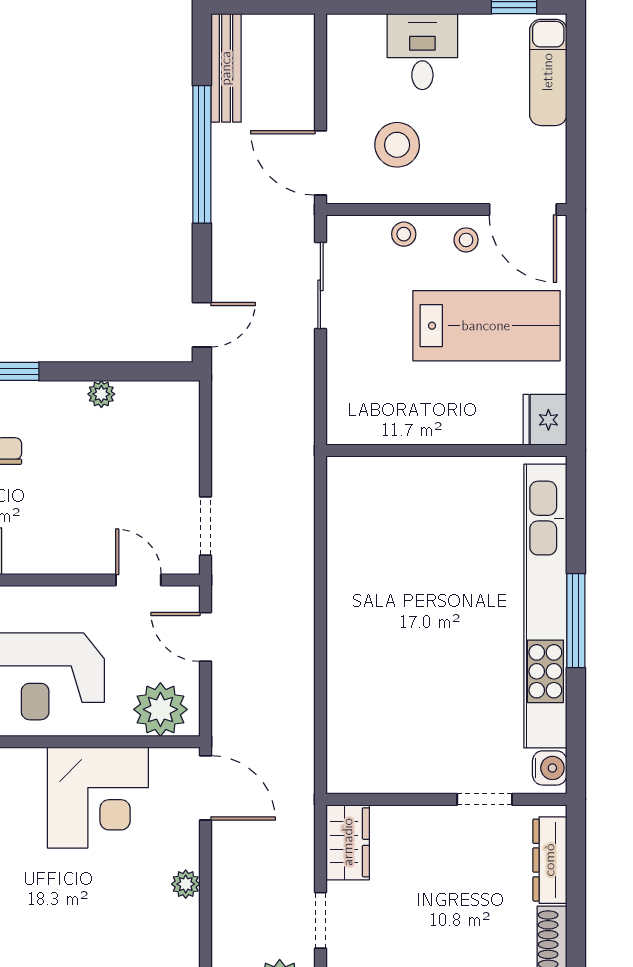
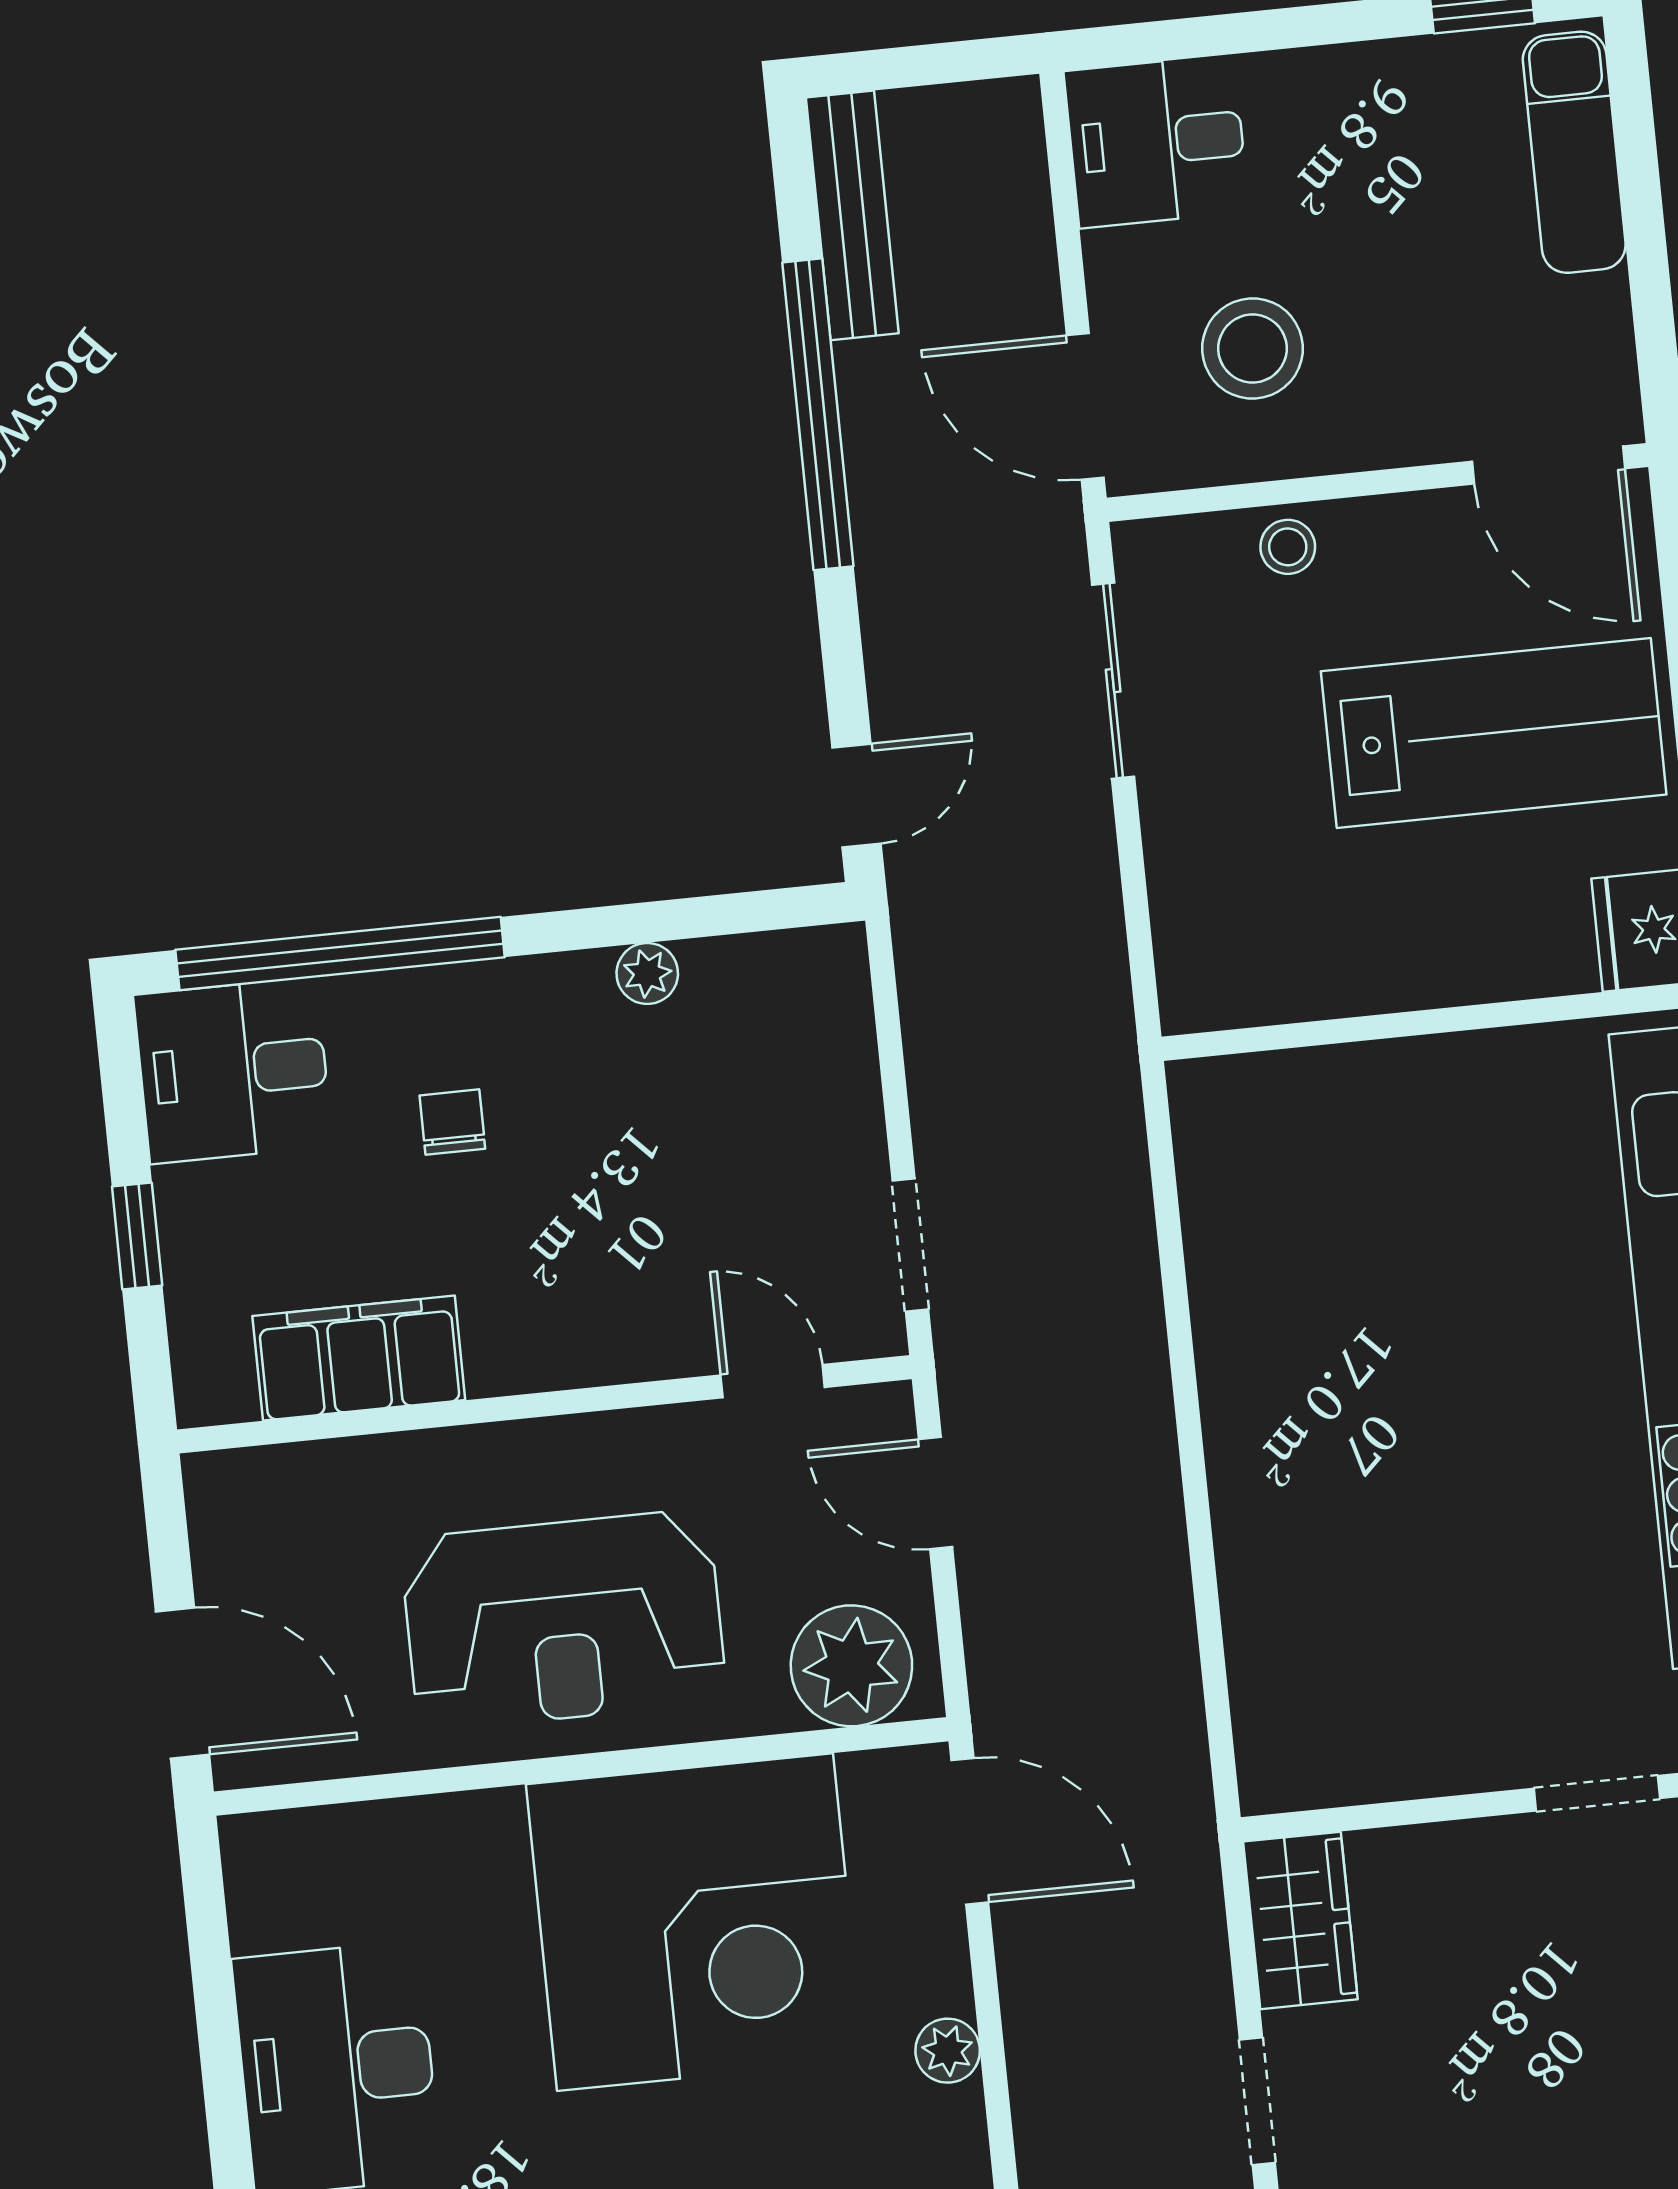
desk: (422, 52) -> (1156, 141), moved, turned -90
stool: (466, 240) -> (1428, 546), removed
corner desk: (98, 798) -> (695, 1922), width x1.36, depth x1.36

